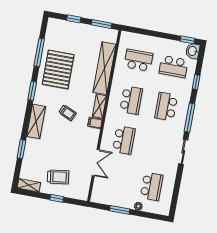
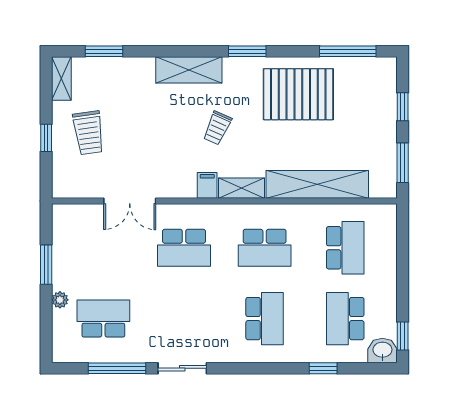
window: (39, 52) -> (348, 51), moved
school desk: (166, 107) -> (265, 319), turned 90
window: (190, 118) -> (117, 368), moved
window: (21, 149) -> (104, 51), moved
school desk: (152, 186) -> (103, 319), turned 180

